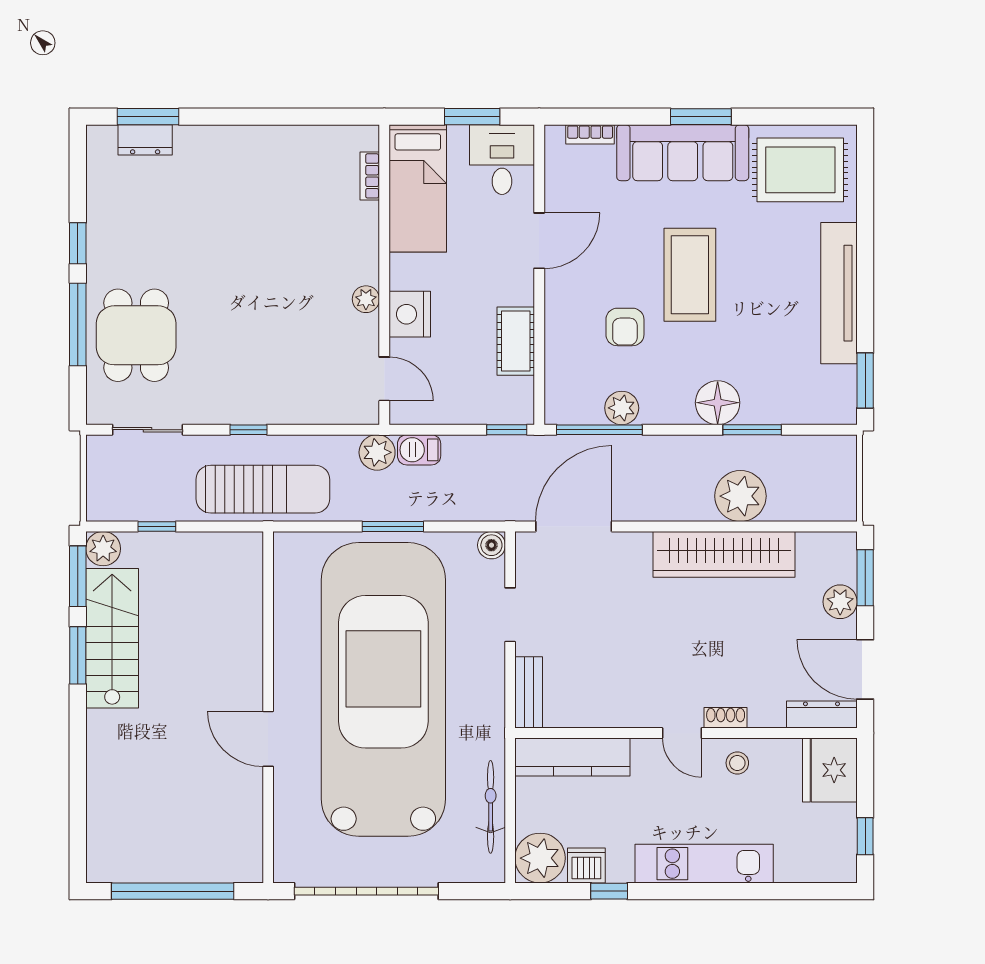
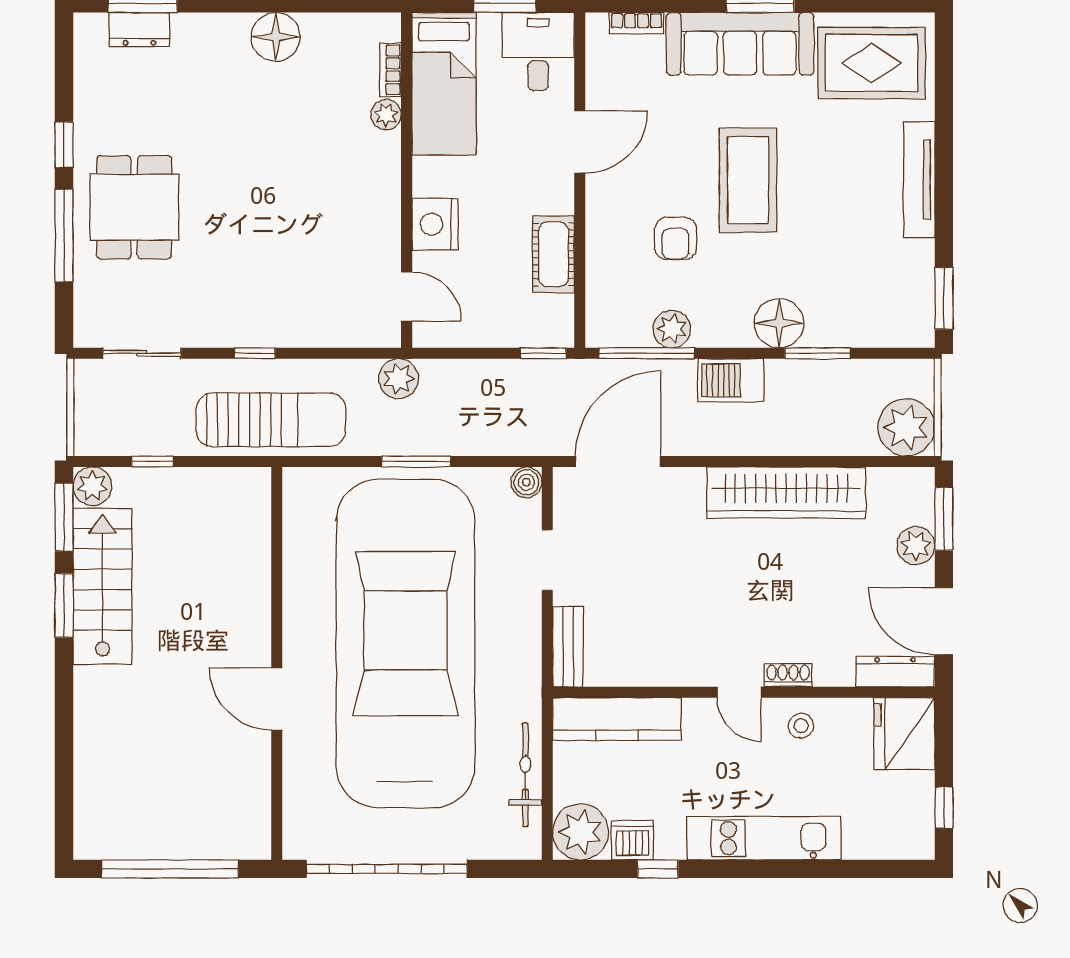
floor lamp: (267, 147) -> (276, 37), added
tv unit: (839, 293) -> (919, 180), width x0.73, depth x0.78
plant: (366, 299) -> (386, 115), moved
dining table: (136, 335) -> (134, 207), moved
barbecue: (419, 450) -> (731, 380), moved, width x1.38, depth x1.27
plant: (740, 496) -> (906, 427), moved

